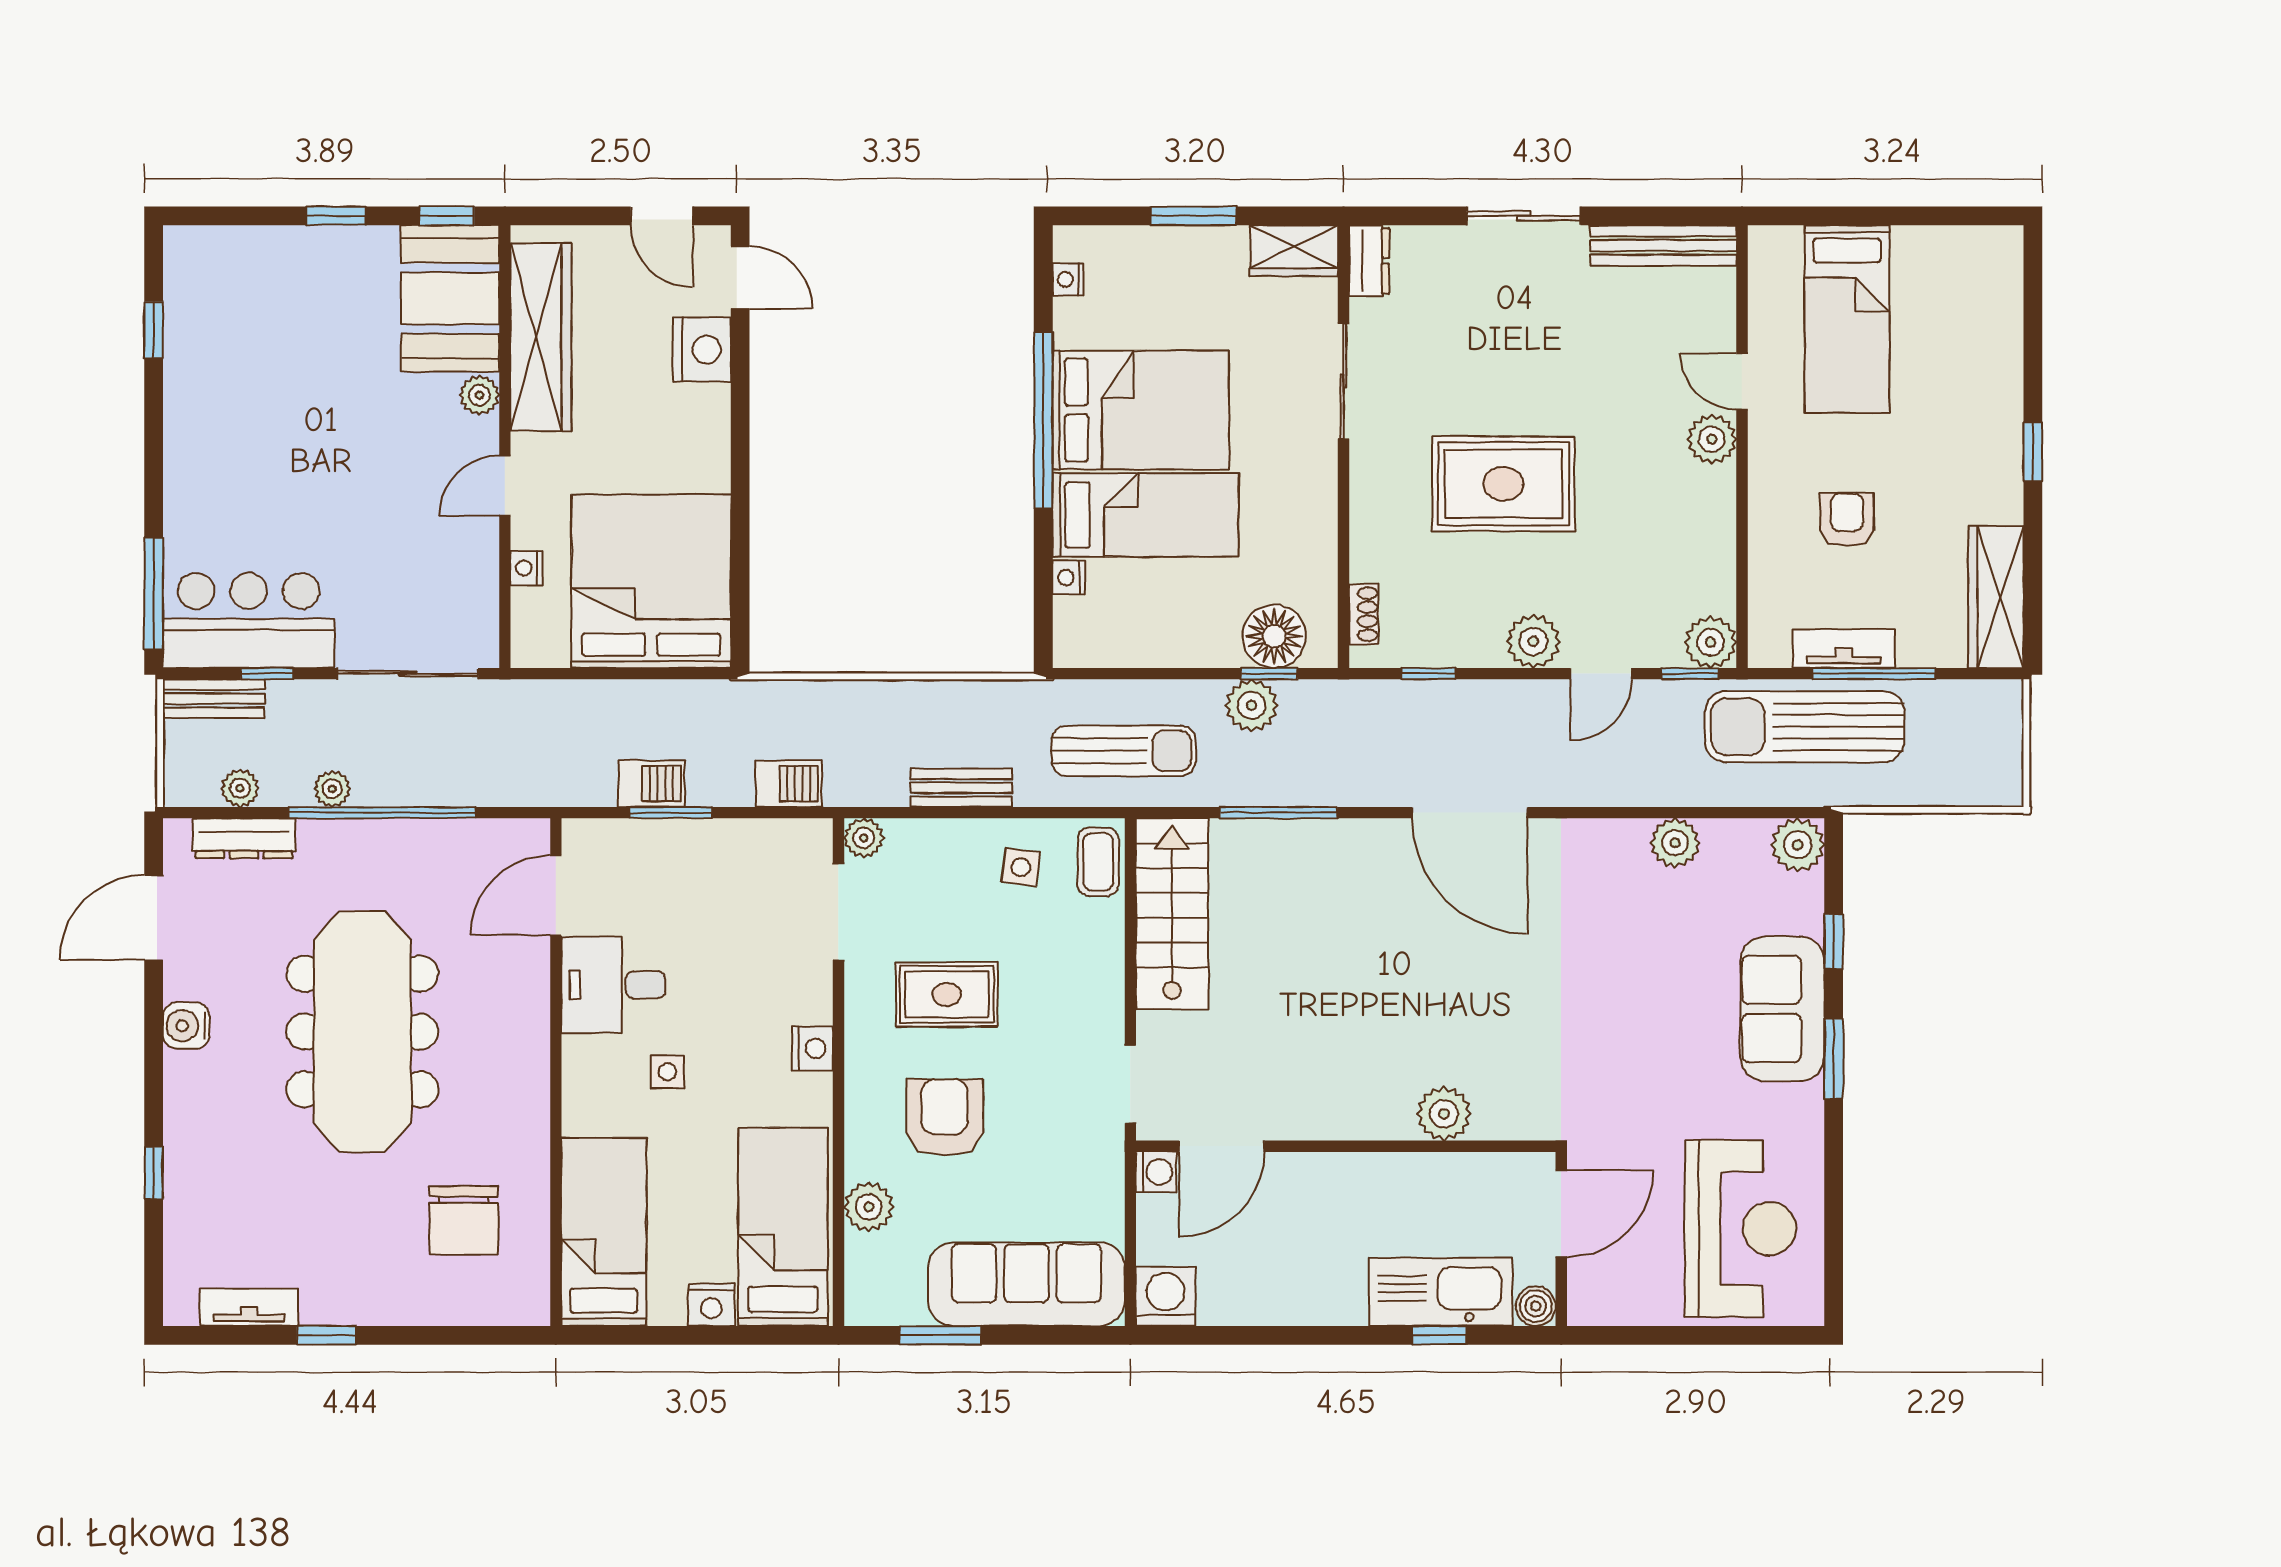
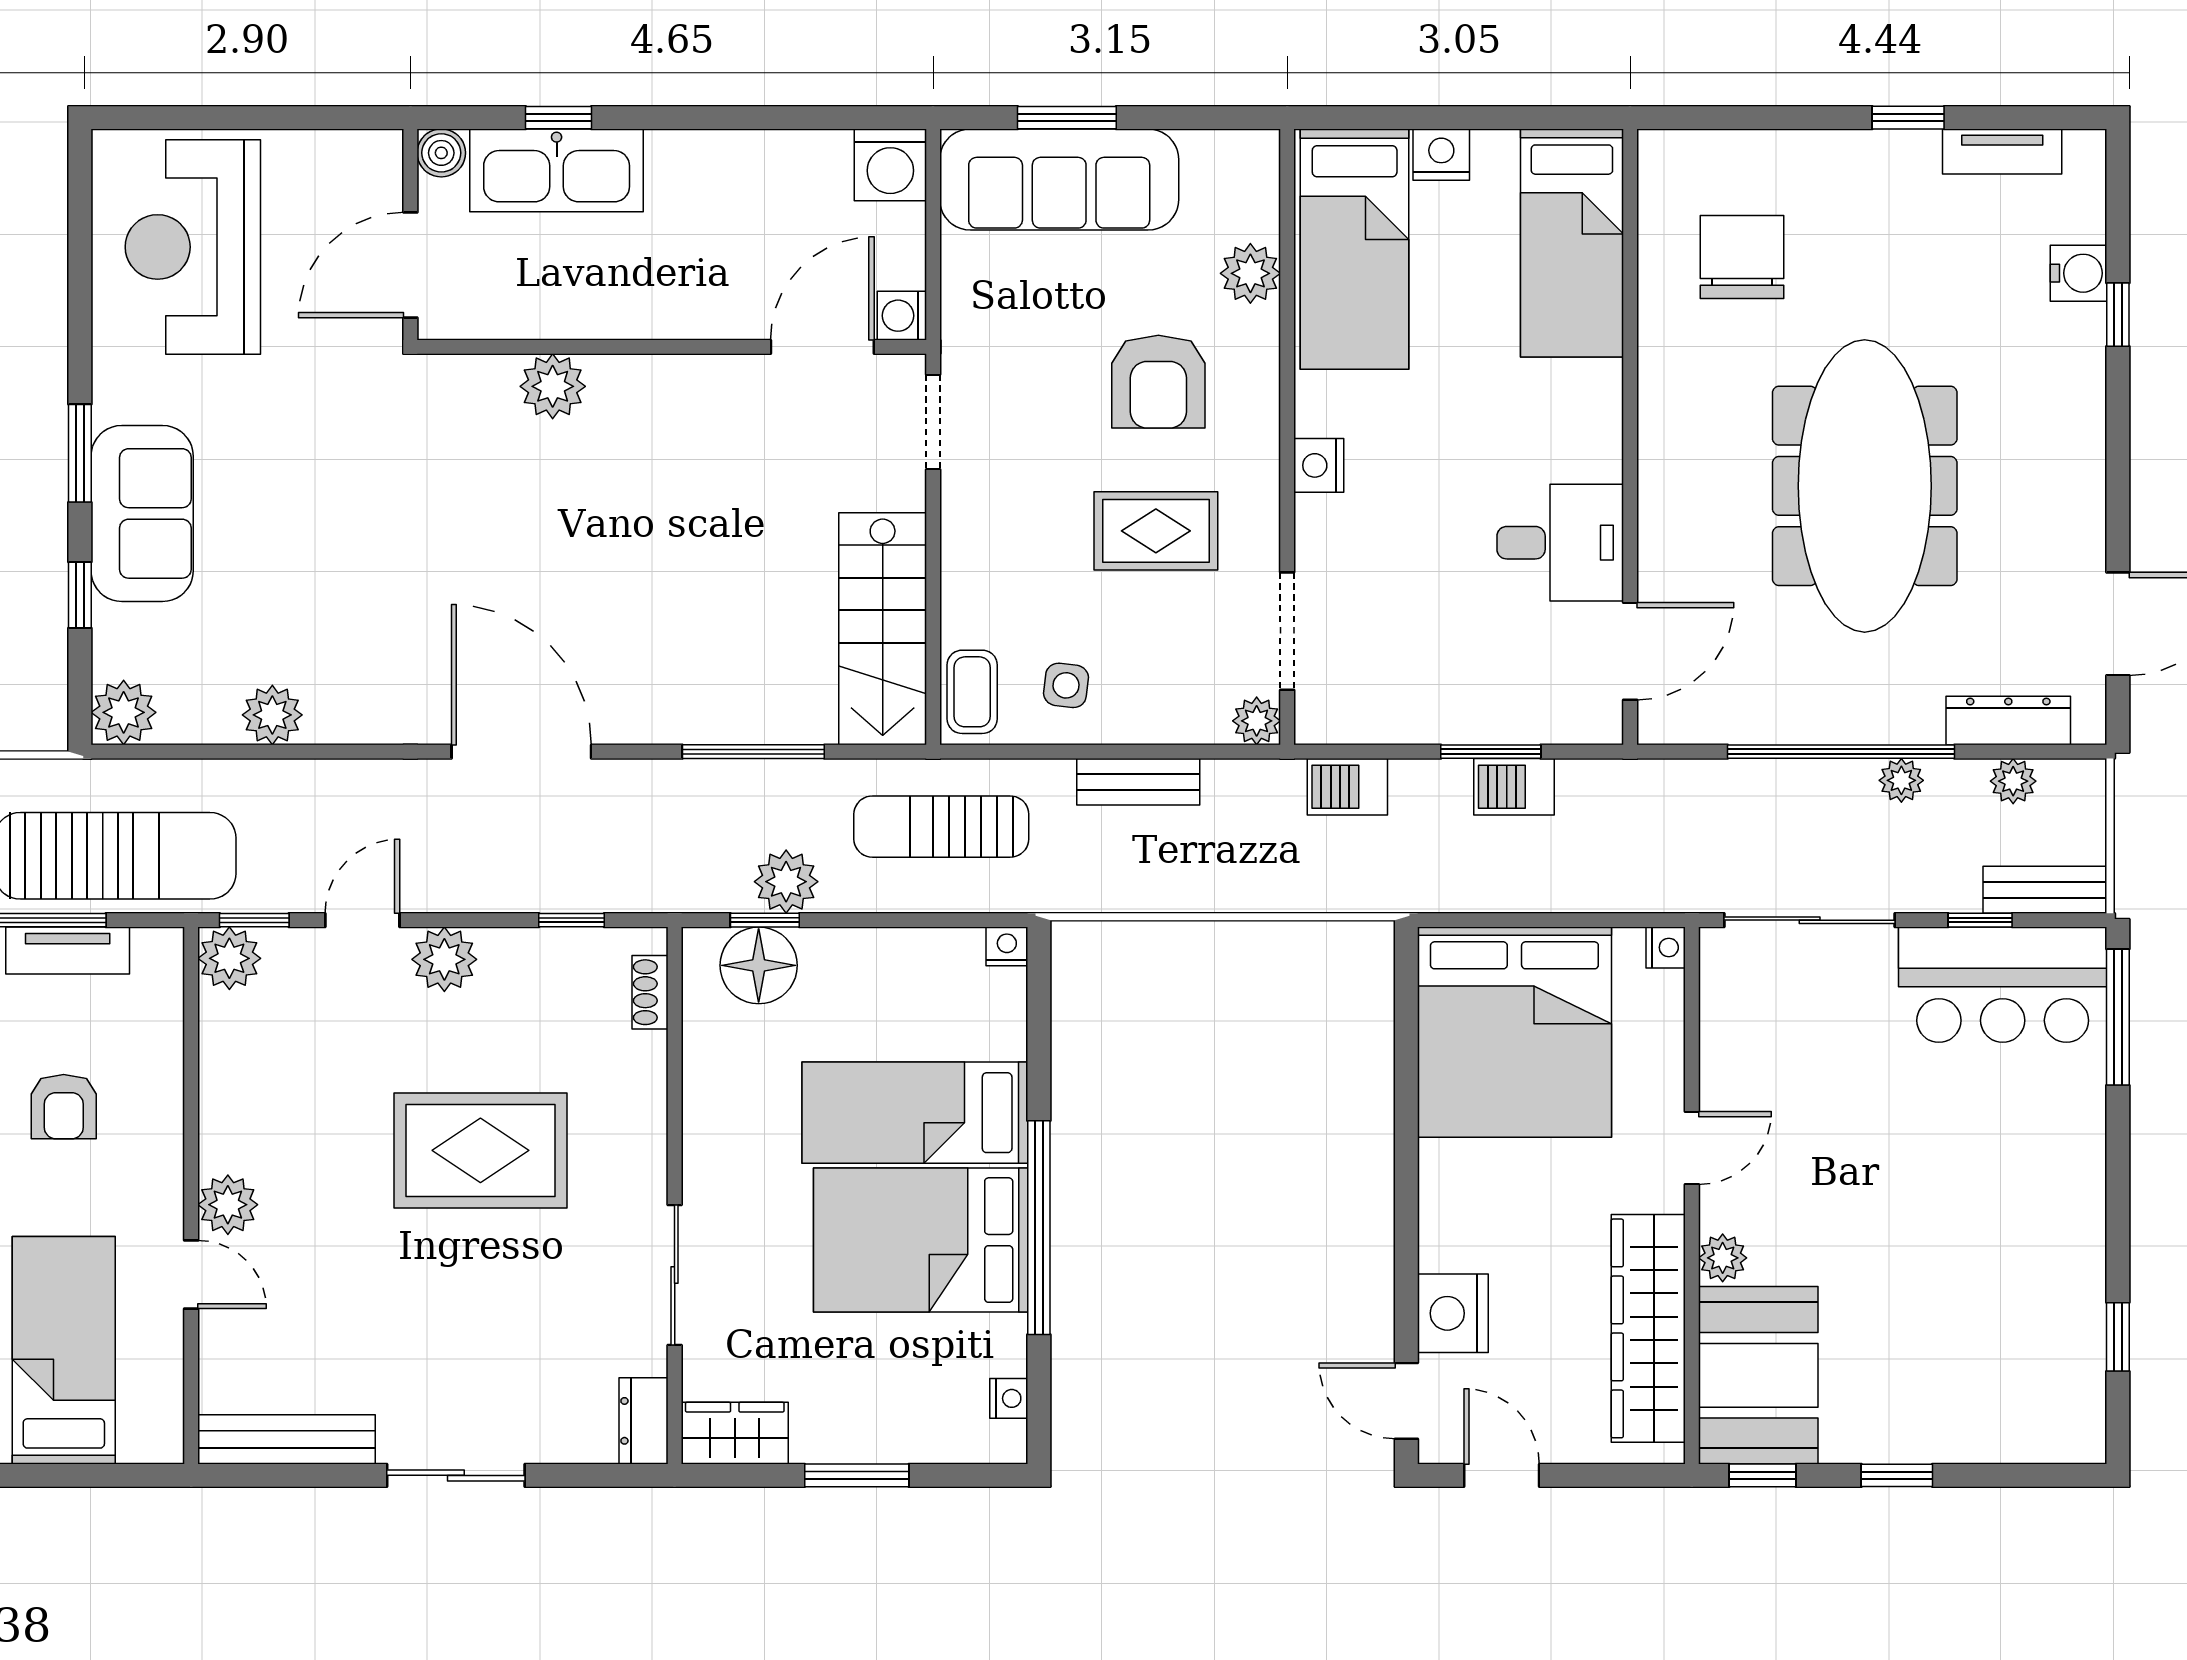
nightstand: (526, 568) -> (1666, 947), moved
nightstand: (1069, 577) -> (1007, 946), moved, turned -90
water cooler: (186, 1026) -> (2079, 273), moved
side table: (667, 1072) -> (1495, 437), removed
window: (940, 1335) -> (1067, 118), moved

